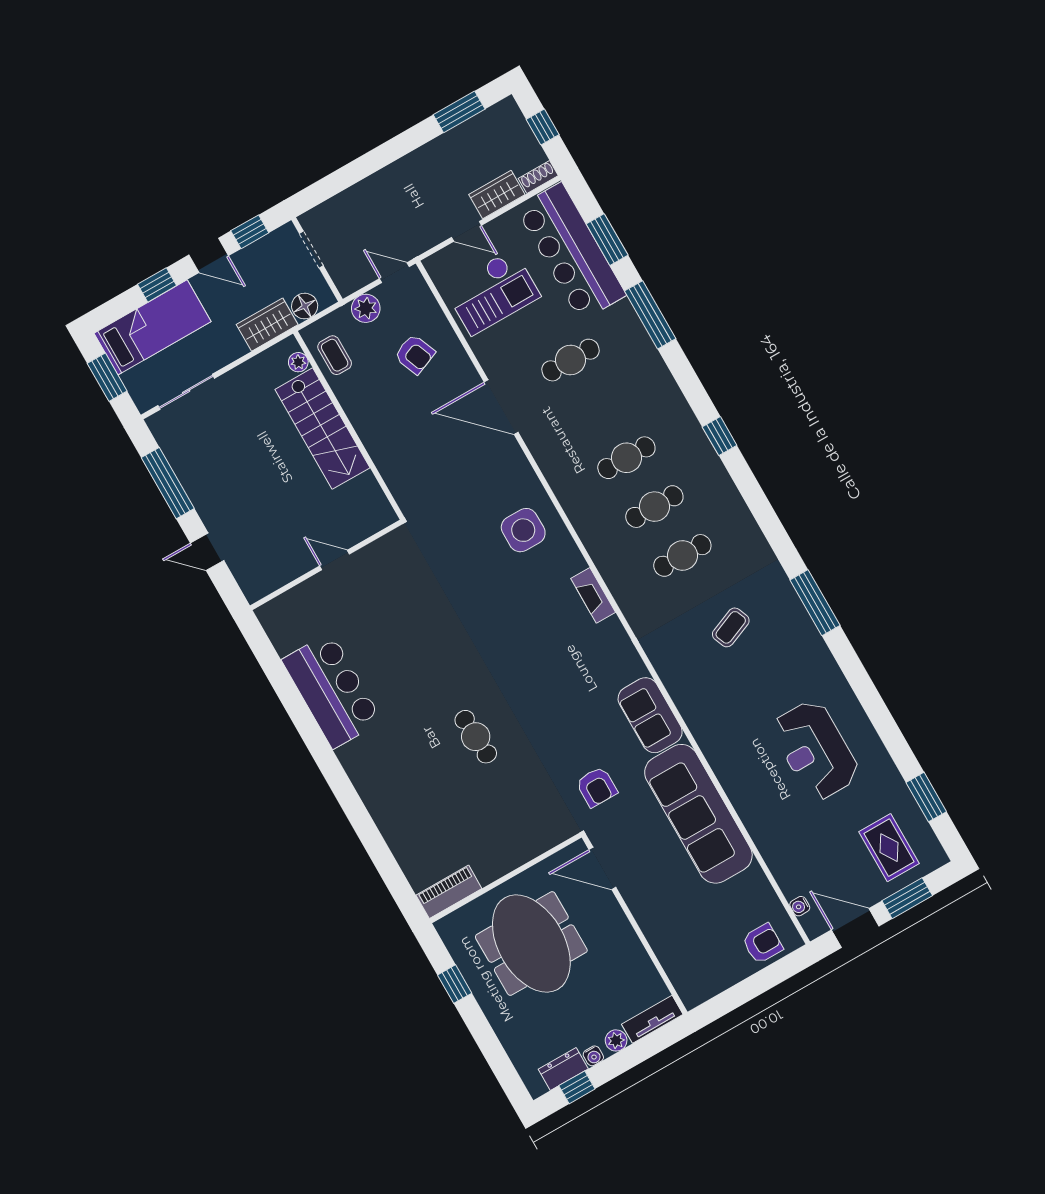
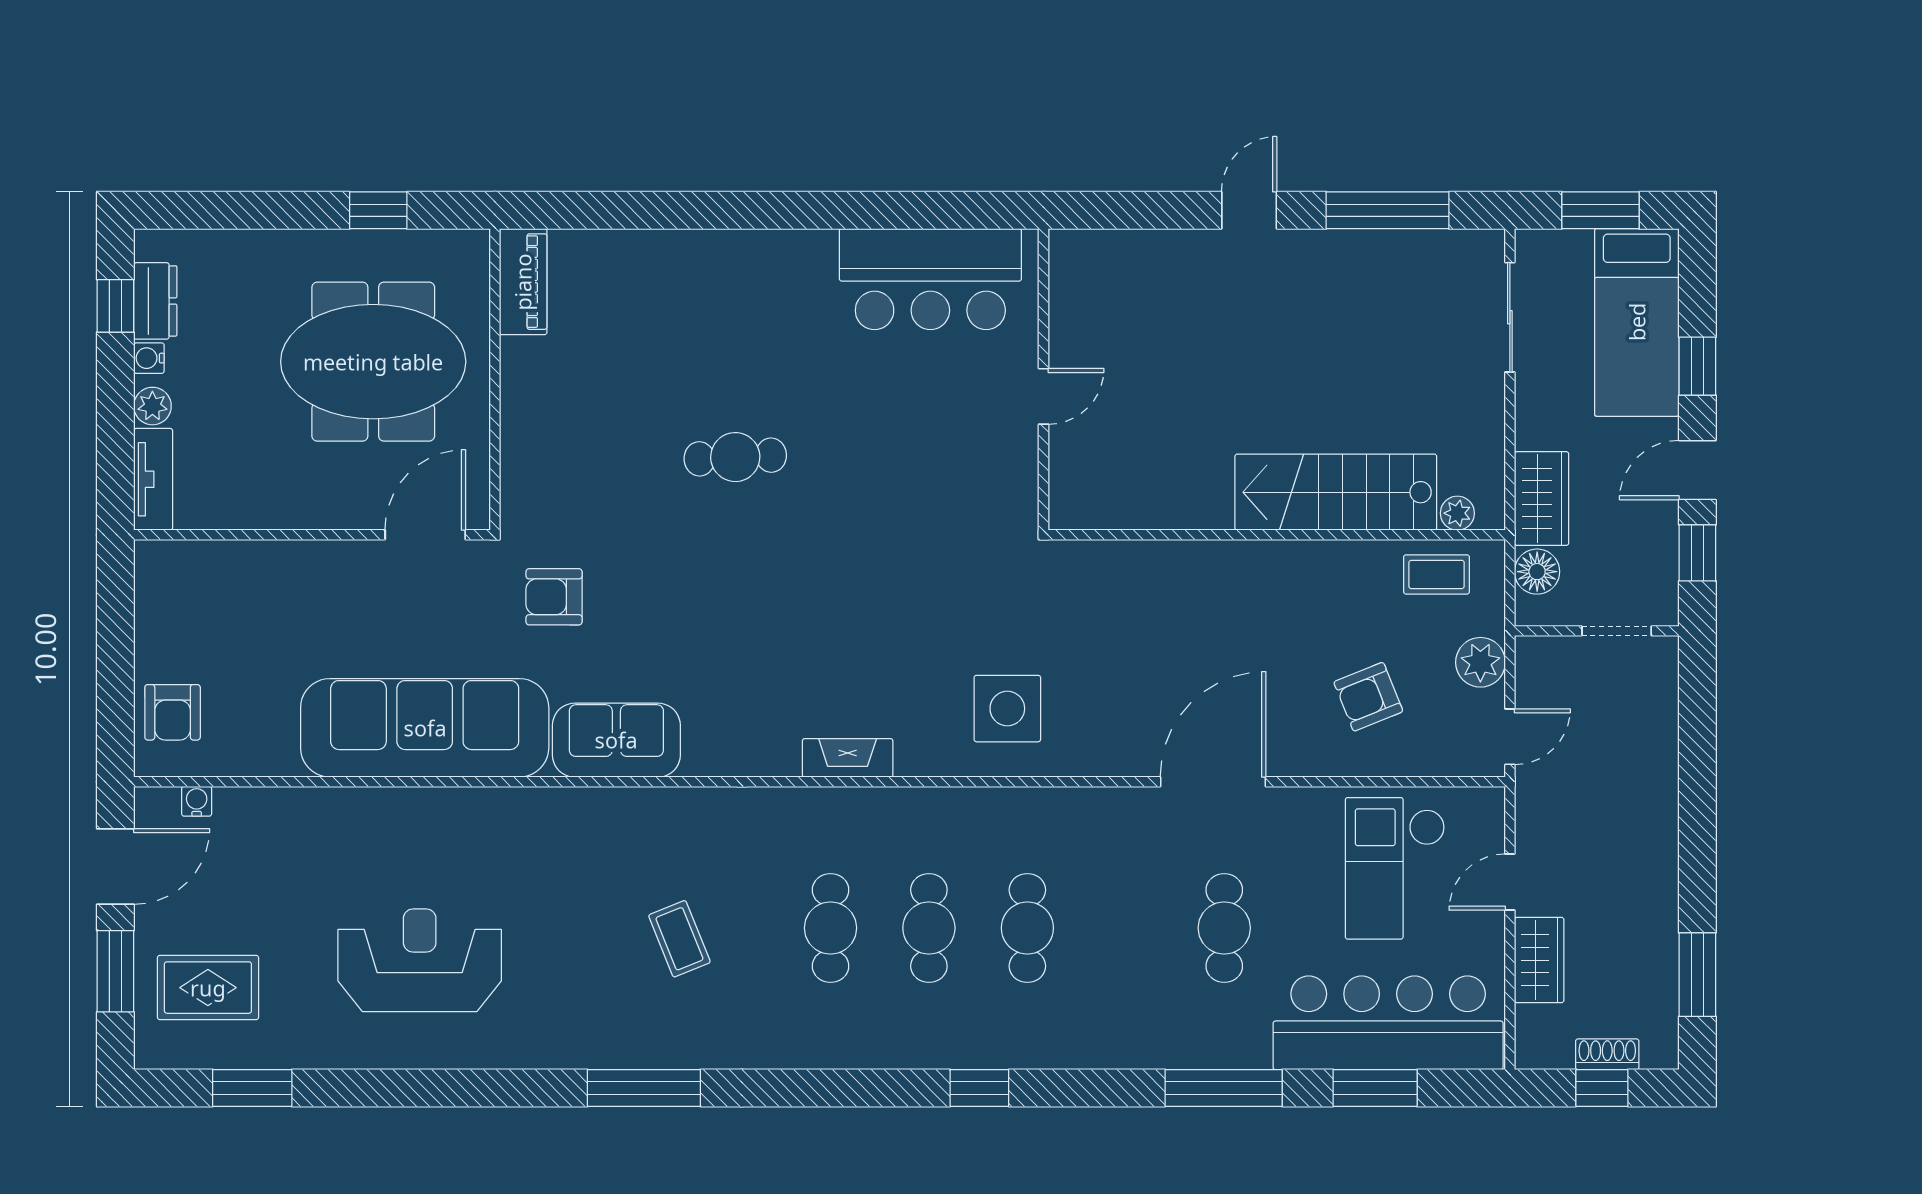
shoe rack: (538, 177) -> (1607, 1054), moved, turned -90
door: (335, 560) -> (1044, 396), moved
wall: (326, 565) -> (1044, 379), moved

